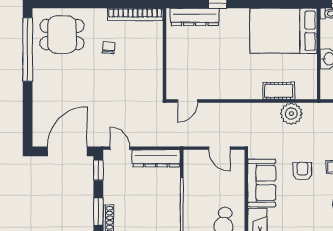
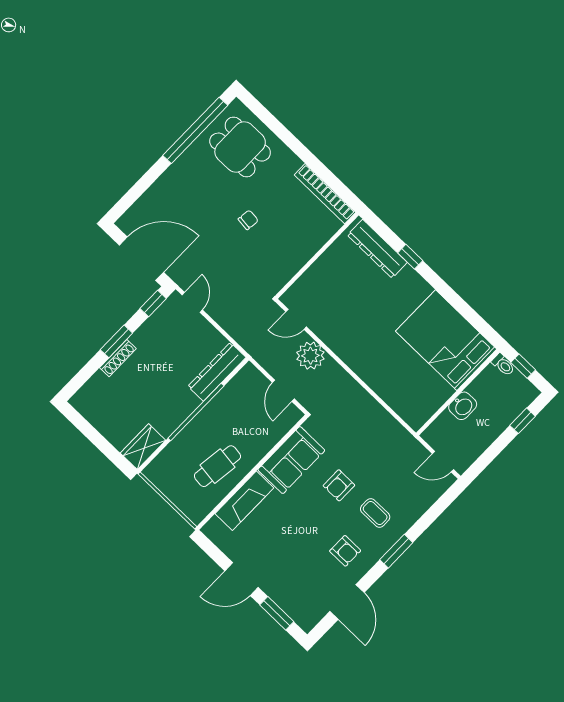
chair: (109, 47) -> (248, 220), moved
cot: (279, 91) -> (389, 391), removed
plant: (291, 114) -> (310, 356), moved
dresser: (156, 158) -> (217, 372), moved, turned 90
armchair: (302, 171) -> (339, 485), turned 180

